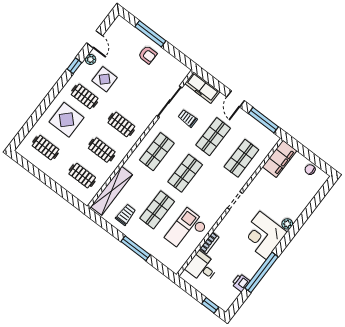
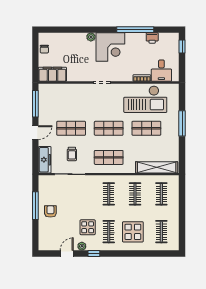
window: (150, 34) -> (35, 206), moved
shop shelf: (241, 158) -> (71, 99), removed
trolley: (126, 215) -> (165, 146), removed
checkout: (186, 230) -> (145, 99), width x1.36, depth x1.21

